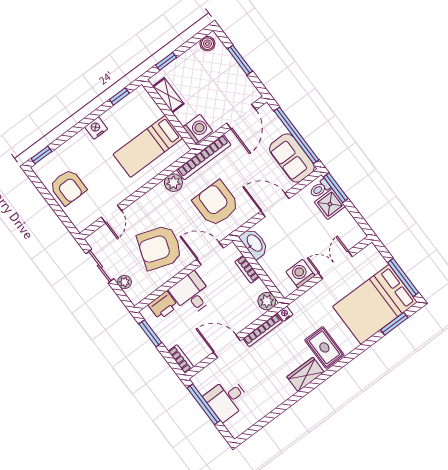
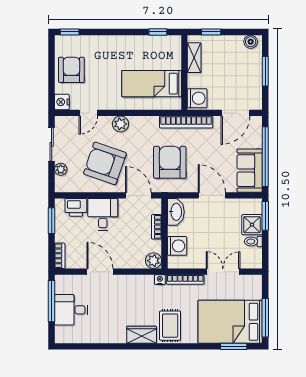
nightstand: (96, 128) -> (62, 102), moved, turned -90
plant: (173, 183) -> (120, 124), moved
armchair: (68, 187) -> (71, 70), turned 180
toilet: (320, 188) -> (253, 241), moved
washing machine: (300, 274) -> (177, 246), moved, turned 90
bookcase: (263, 330) -> (185, 279), moved

